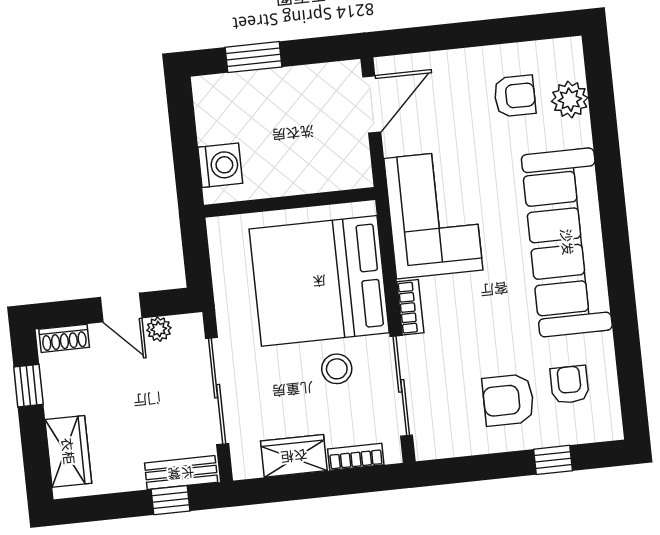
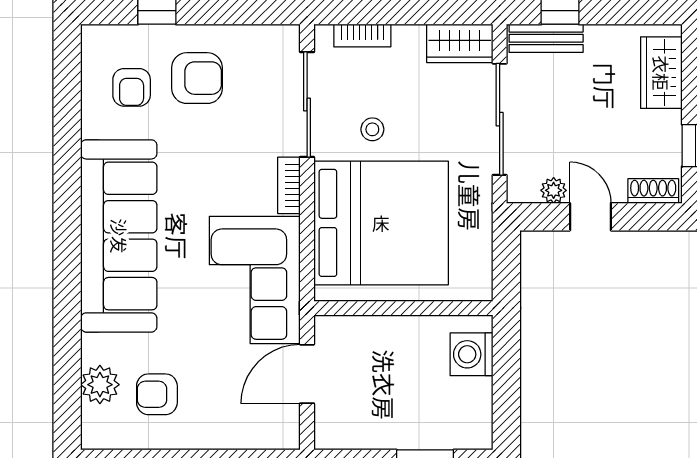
door: (372, 104) -> (307, 374), moved
stool: (337, 369) -> (372, 129), width x0.73, depth x0.73
wardrobe: (294, 456) -> (460, 43), moved

